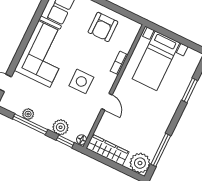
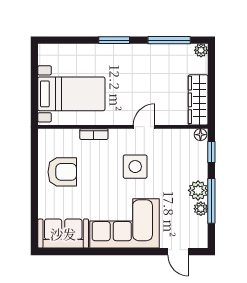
window: (190, 90) -> (114, 40), moved
plant: (61, 127) -> (198, 190), moved
plant: (140, 163) -> (201, 50), width x0.53, depth x0.53

